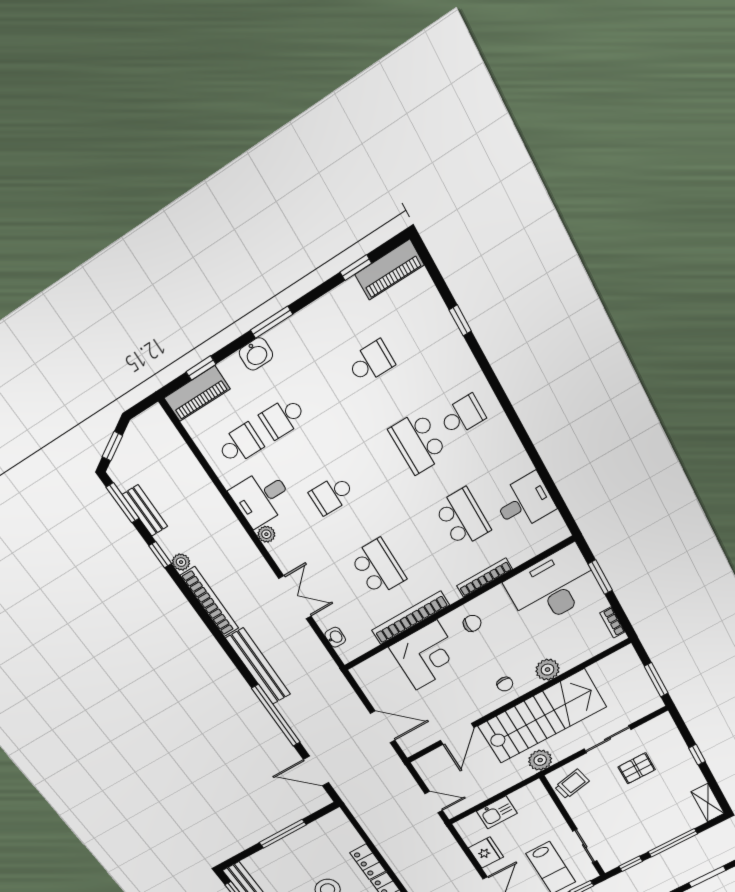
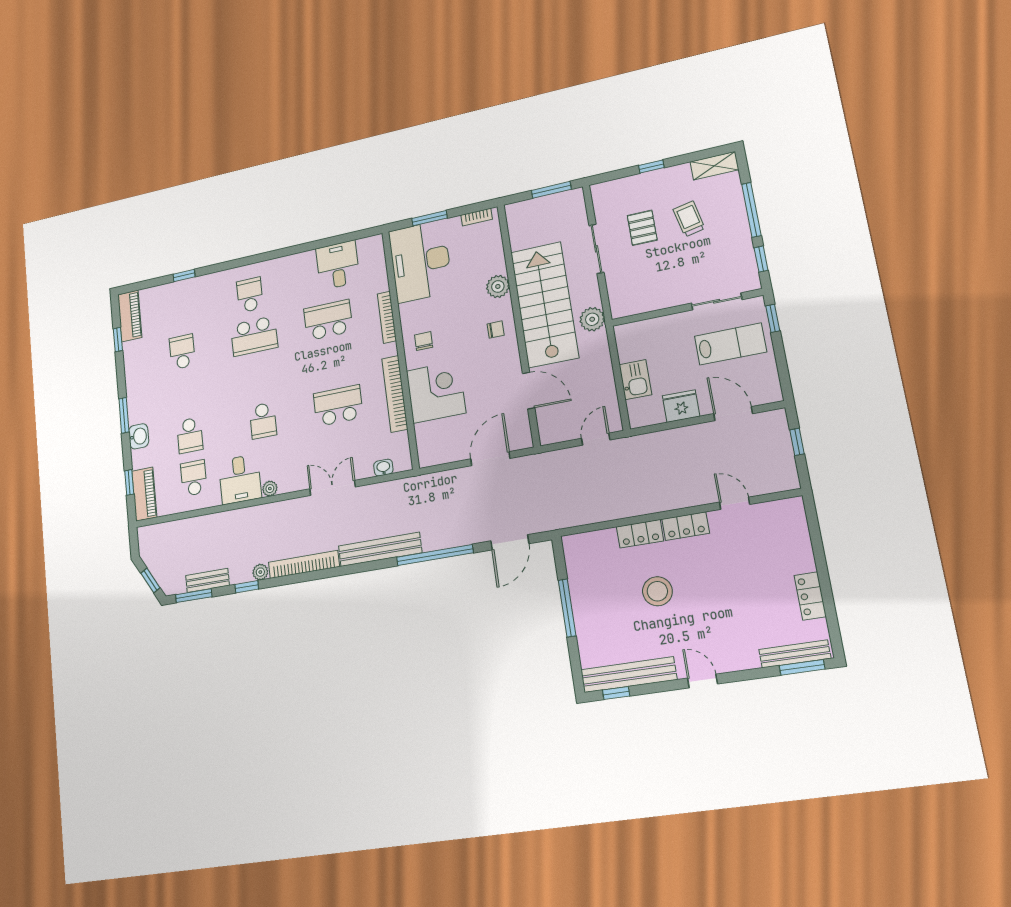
trolley: (572, 784) -> (689, 219), moved

